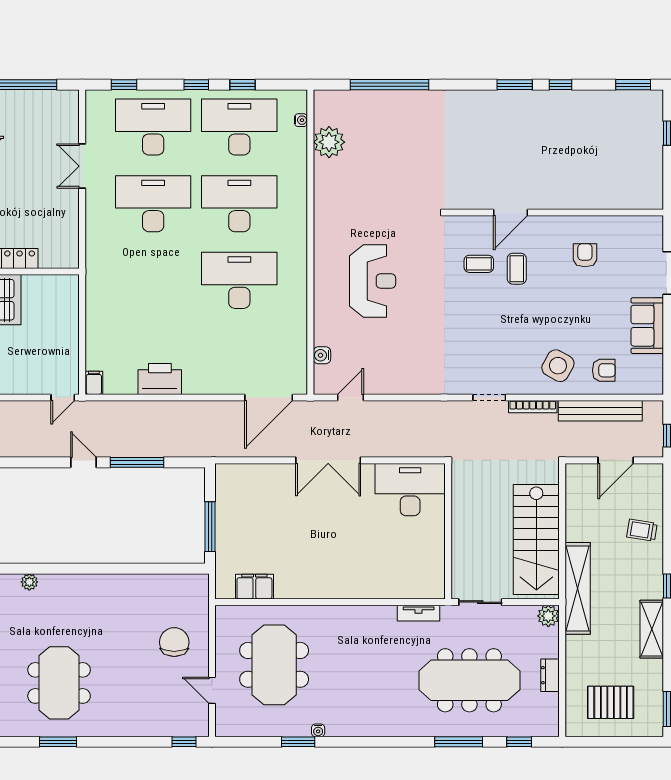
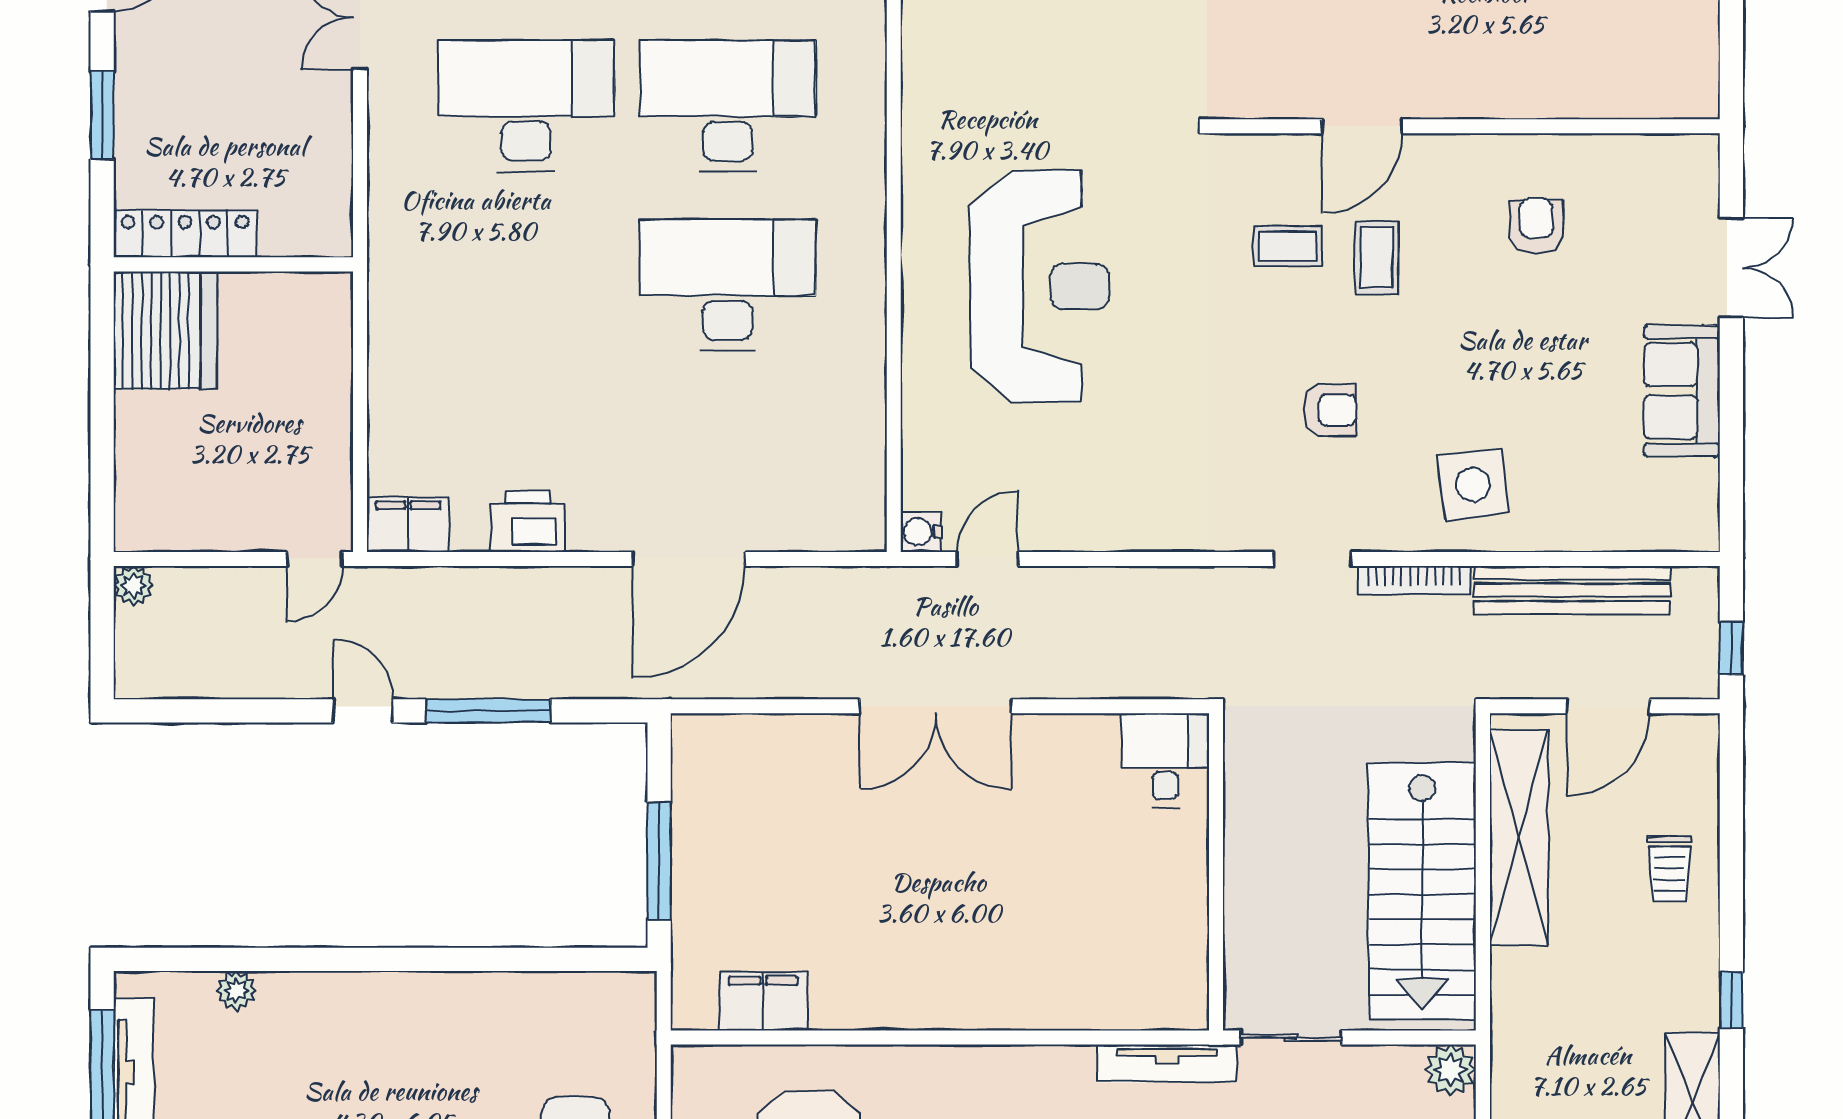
reception desk: (373, 281) -> (1039, 286), width x1.36, depth x1.30
water cooler: (322, 355) -> (921, 532), moved
side table: (558, 366) -> (1473, 485), turned -36
armchair: (604, 370) -> (1330, 410), moved
printer: (160, 379) -> (528, 522), width x0.73, depth x0.84
filing cabinet: (94, 383) -> (408, 525), width x2.00
door: (269, 397) -> (689, 559), moved
desk: (410, 490) -> (1165, 760), width x0.53, depth x0.77
trolley: (642, 530) -> (1669, 869), turned -99
shelving: (578, 588) -> (1519, 838), moved
tv unit: (419, 613) -> (1167, 1063), width x1.41

